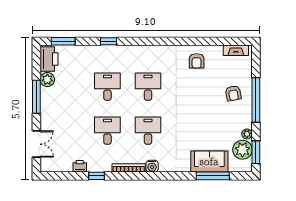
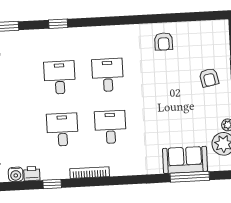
fireplace: (236, 50) -> (209, 27), removed
water cooler: (152, 166) -> (16, 174), moved

